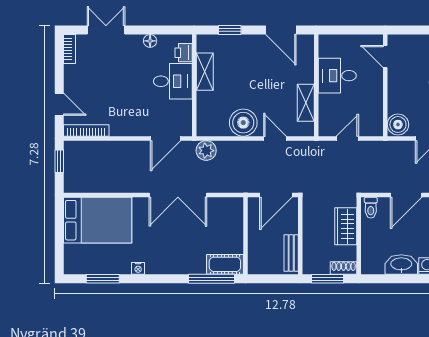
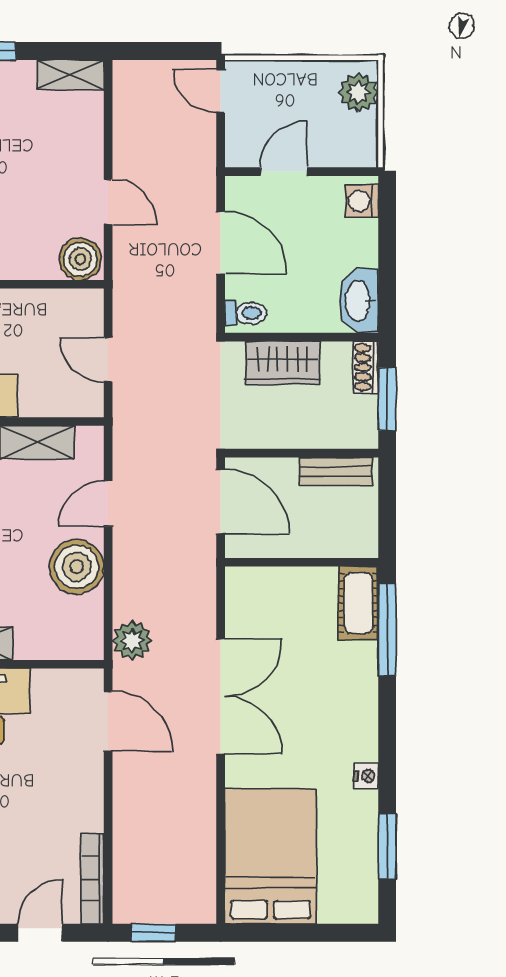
washbasin: (401, 264) -> (359, 301), moved

